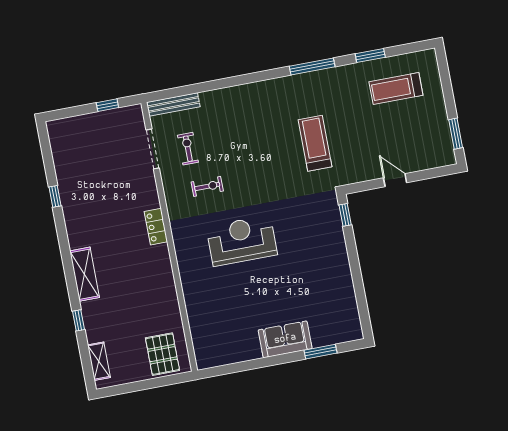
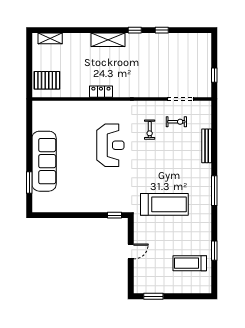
window: (312, 66) -> (214, 191), moved
treadmill: (396, 89) -> (190, 263), turned -90
bench: (173, 104) -> (207, 146), moved
treadmill: (315, 143) -> (164, 204), width x1.37, depth x1.38
locker: (156, 227) -> (101, 92), moved
window: (78, 320) -> (135, 30), moved
sofa: (285, 339) -> (44, 161), width x1.85, depth x1.27

